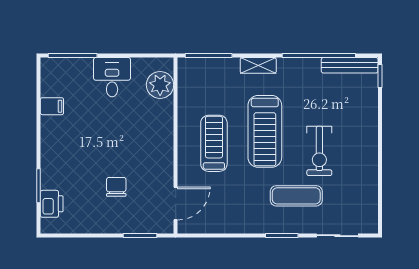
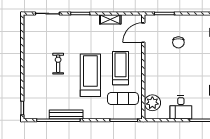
shelving: (258, 65) -> (110, 19), moved
bench: (350, 65) -> (66, 114), moved
treadmill: (214, 143) -> (121, 68), turned 180
exercise bike: (319, 151) -> (58, 64), width x0.73, depth x0.72
exercise mat: (296, 196) -> (123, 99), moved

